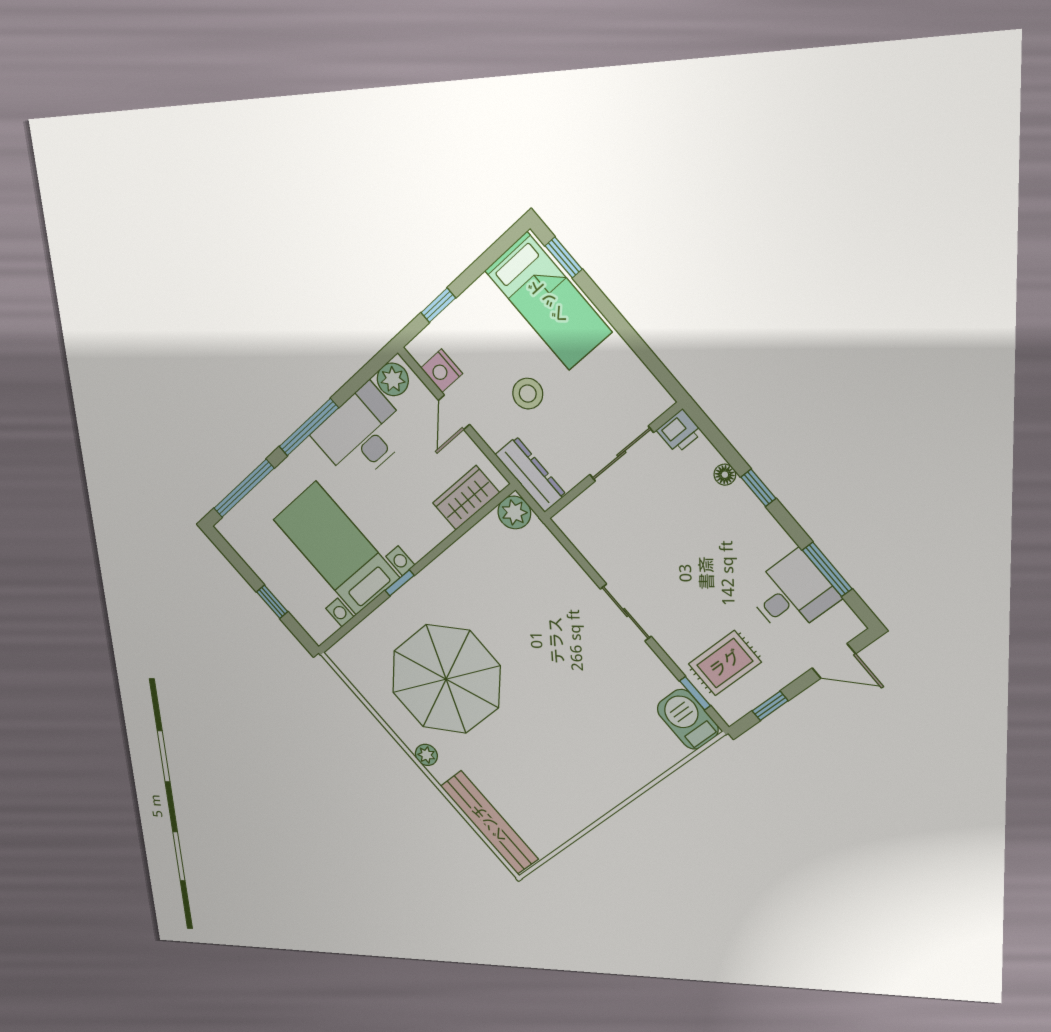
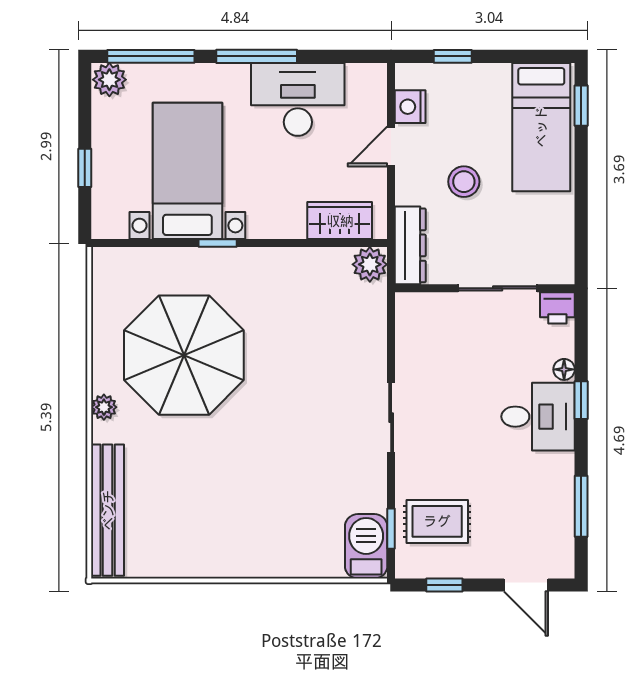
plant: (393, 379) -> (109, 80), moved
desk: (792, 594) -> (538, 417), moved

